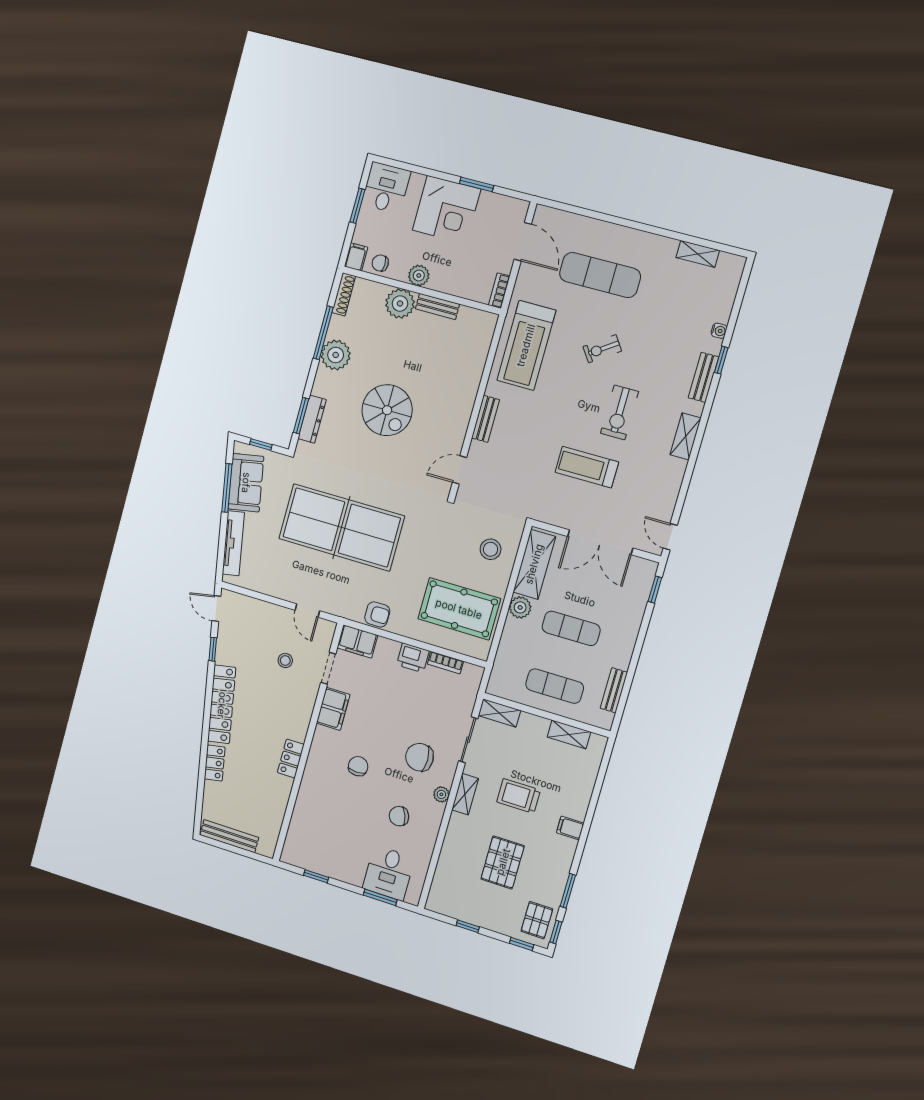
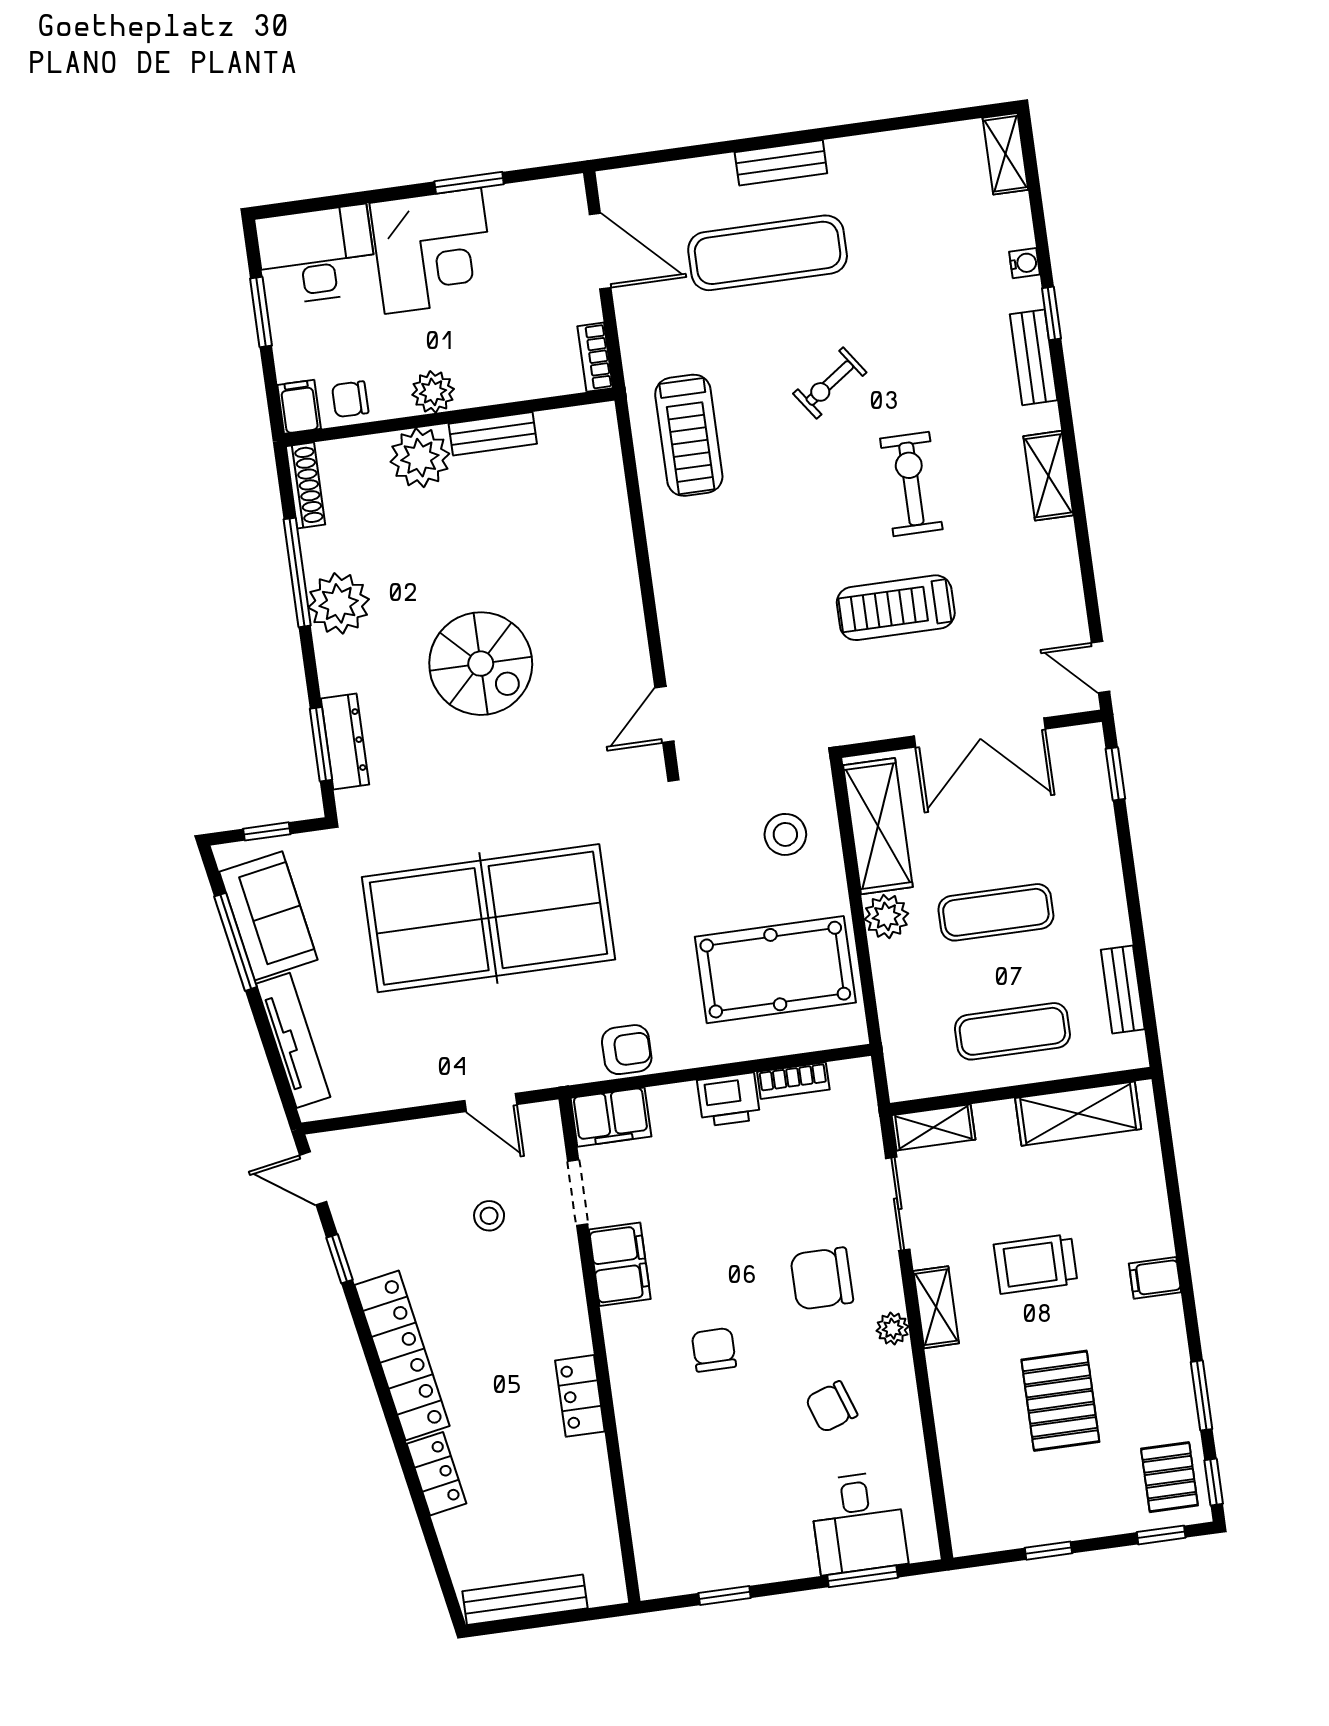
desk: (386, 188) -> (316, 255), width x1.37
shelving: (698, 254) -> (1005, 154), moved, turned 90
treadmill: (526, 345) -> (689, 435), width x0.73, depth x0.73
exercise bike: (619, 412) -> (911, 484), turned 180
bench: (486, 419) -> (781, 163), moved, turned 90
shelving: (569, 734) -> (1078, 1114), width x1.50, depth x1.33

